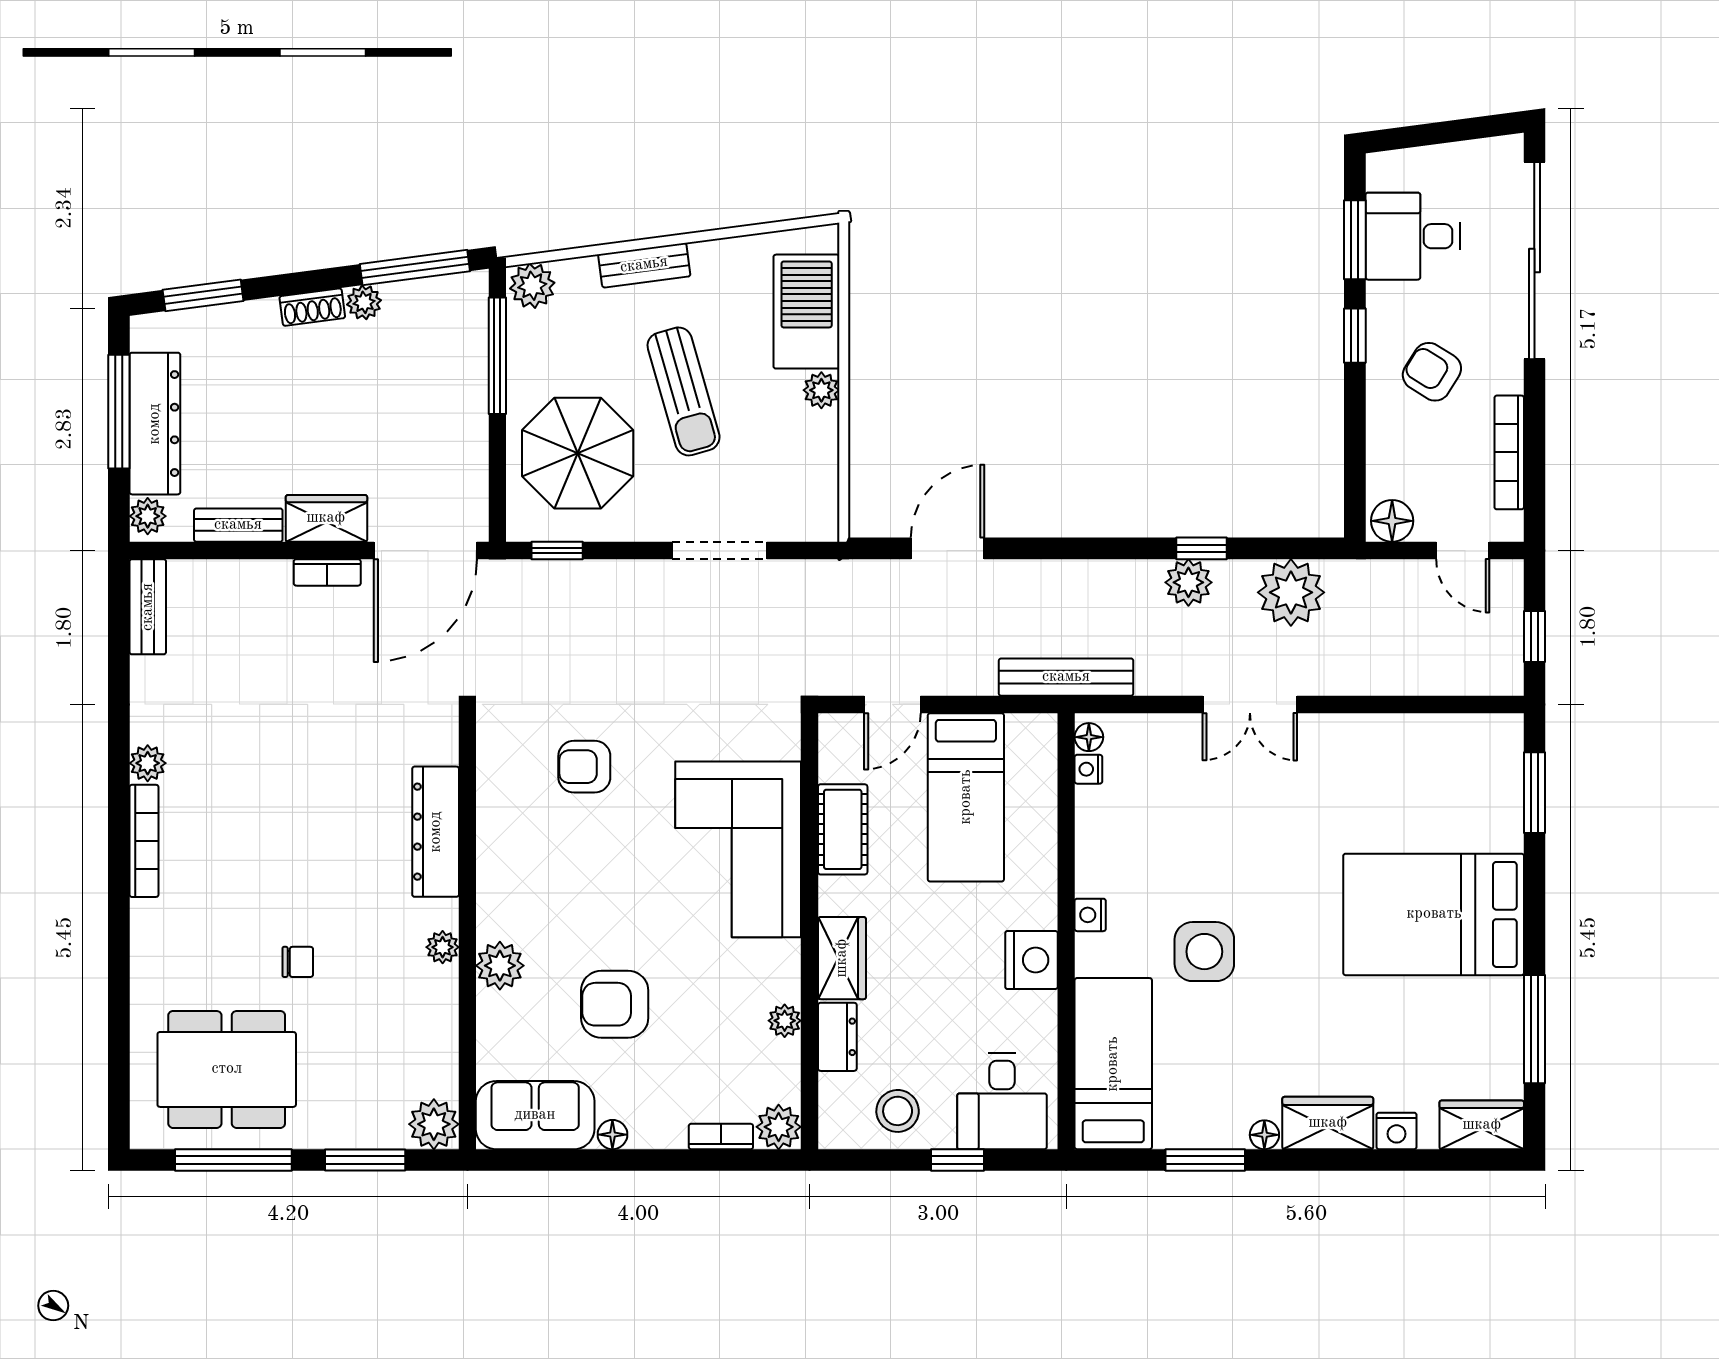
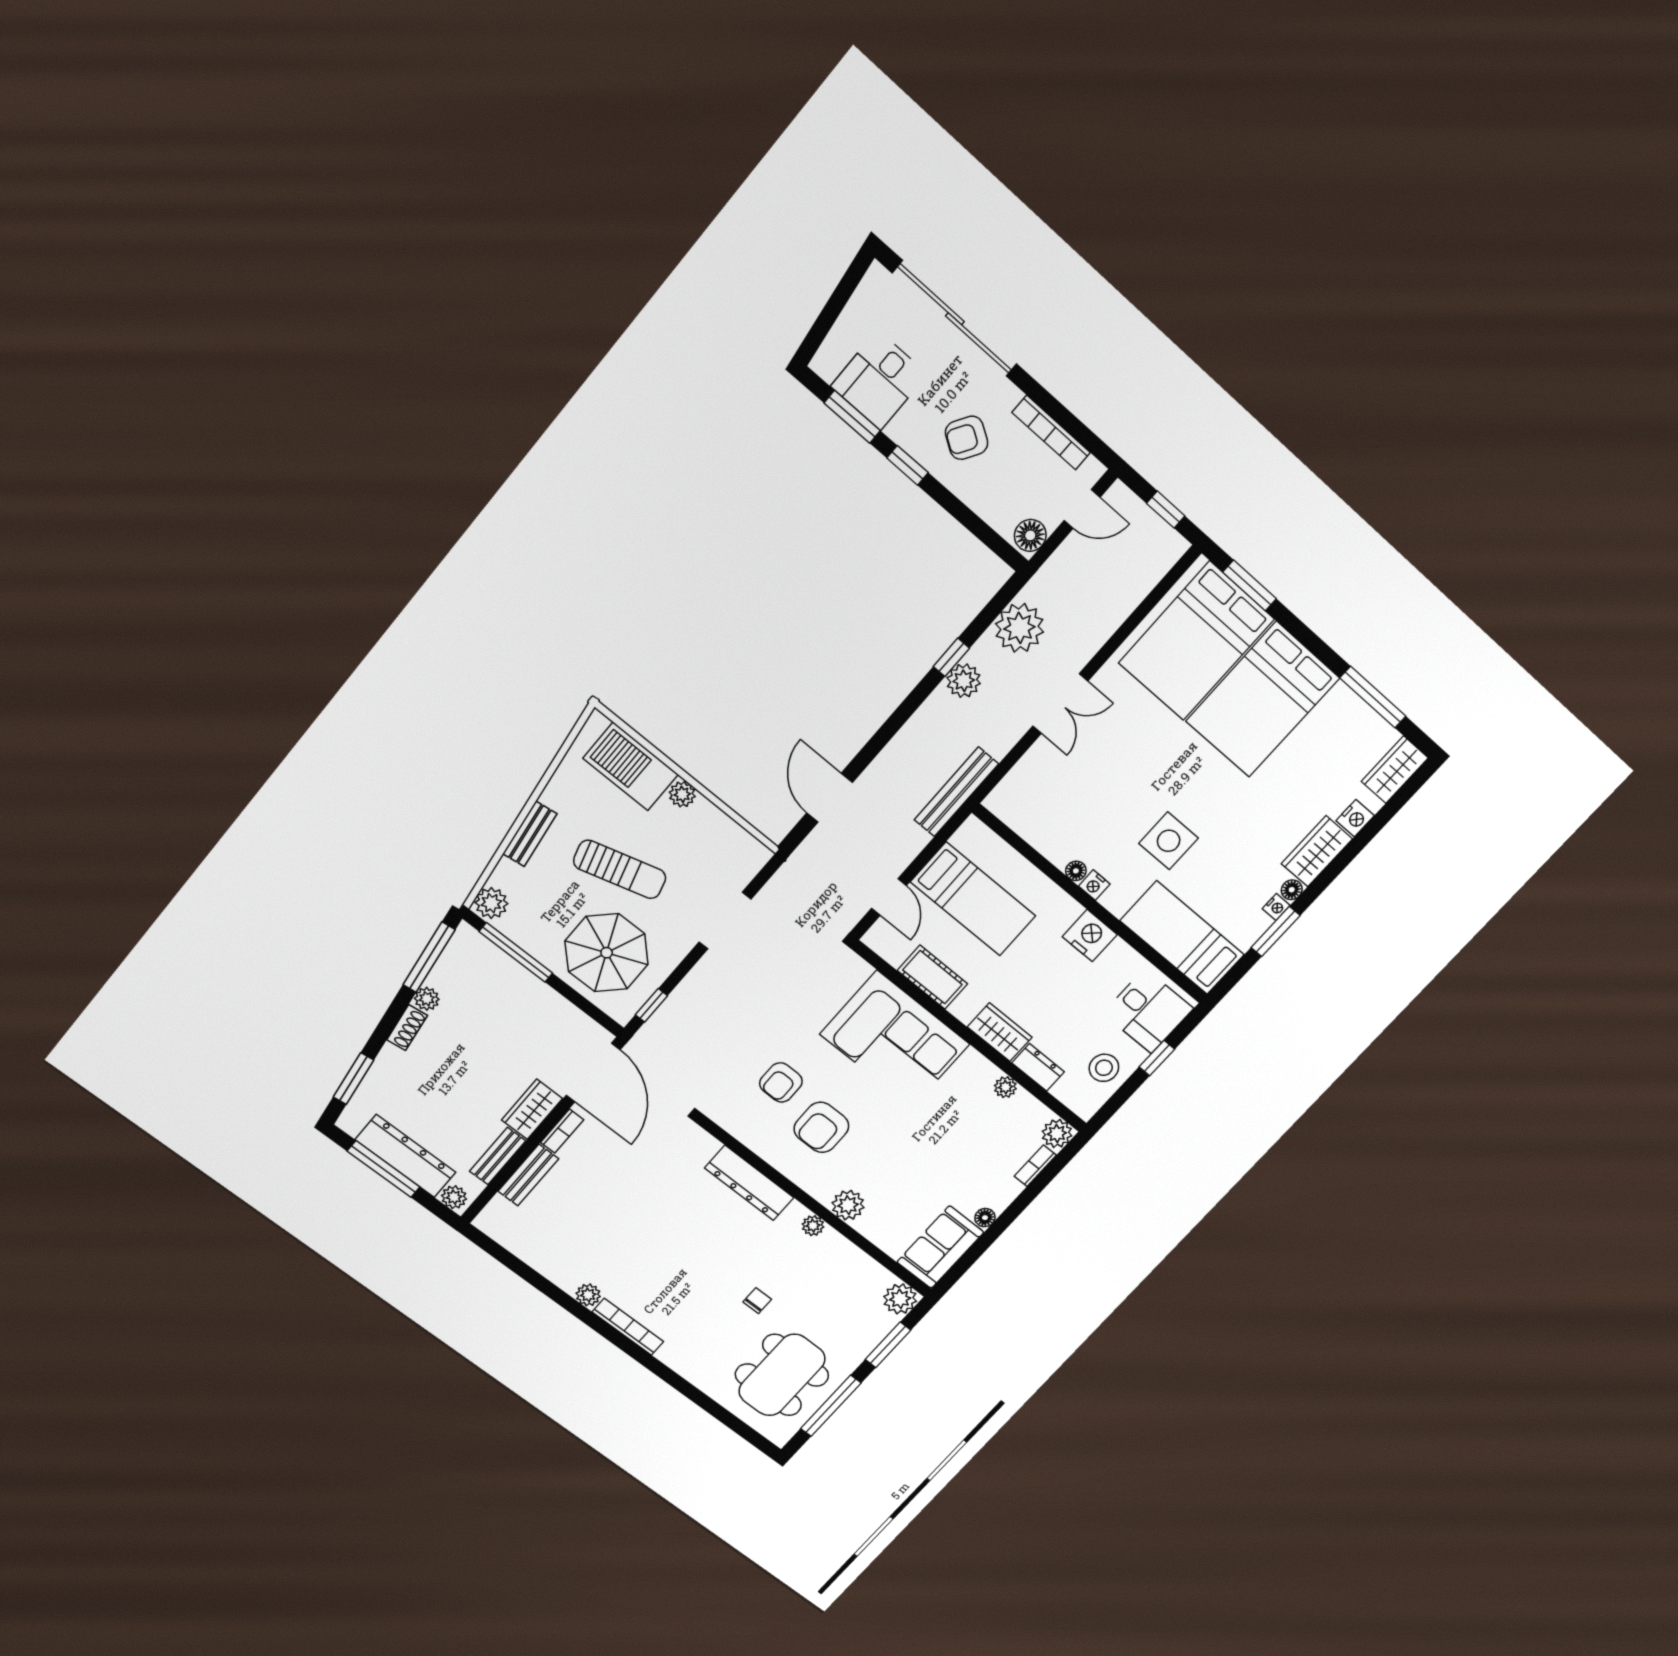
bench: (148, 607) -> (528, 1175), moved, turned 90
floor lamp: (1089, 737) -> (1076, 871), moved
nightstand: (1088, 769) -> (1276, 907), moved, turned -90
bed: (1433, 789) -> (1196, 641), added
armchair: (615, 1004) -> (821, 1127), moved

